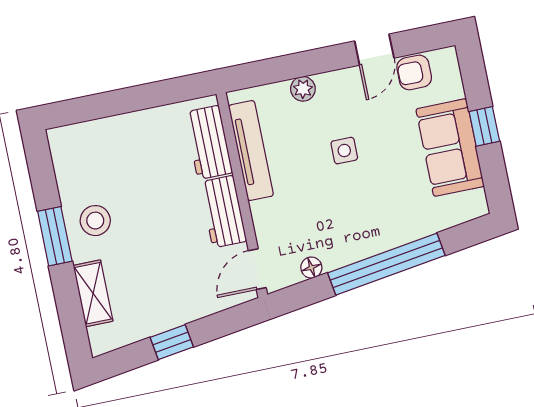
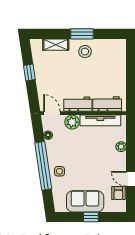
armchair: (414, 72) -> (118, 193), turned 180
side table: (344, 151) -> (59, 171), moved
plant: (269, 217) -> (72, 122), added

